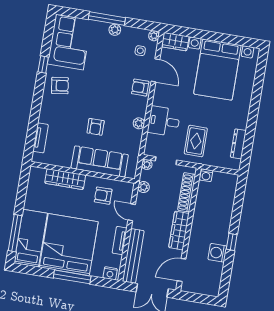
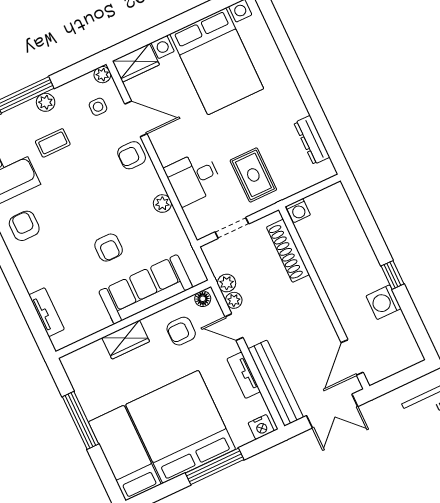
coffee table: (104, 53) -> (53, 143), added
armchair: (60, 86) -> (24, 226), turned -82
plant: (147, 164) -> (234, 300), moved
wardrobe: (65, 179) -> (126, 340), width x0.67
floor lamp: (126, 187) -> (203, 299), added
wardrobe: (179, 230) -> (313, 308), removed
window: (15, 233) -> (80, 420), moved

